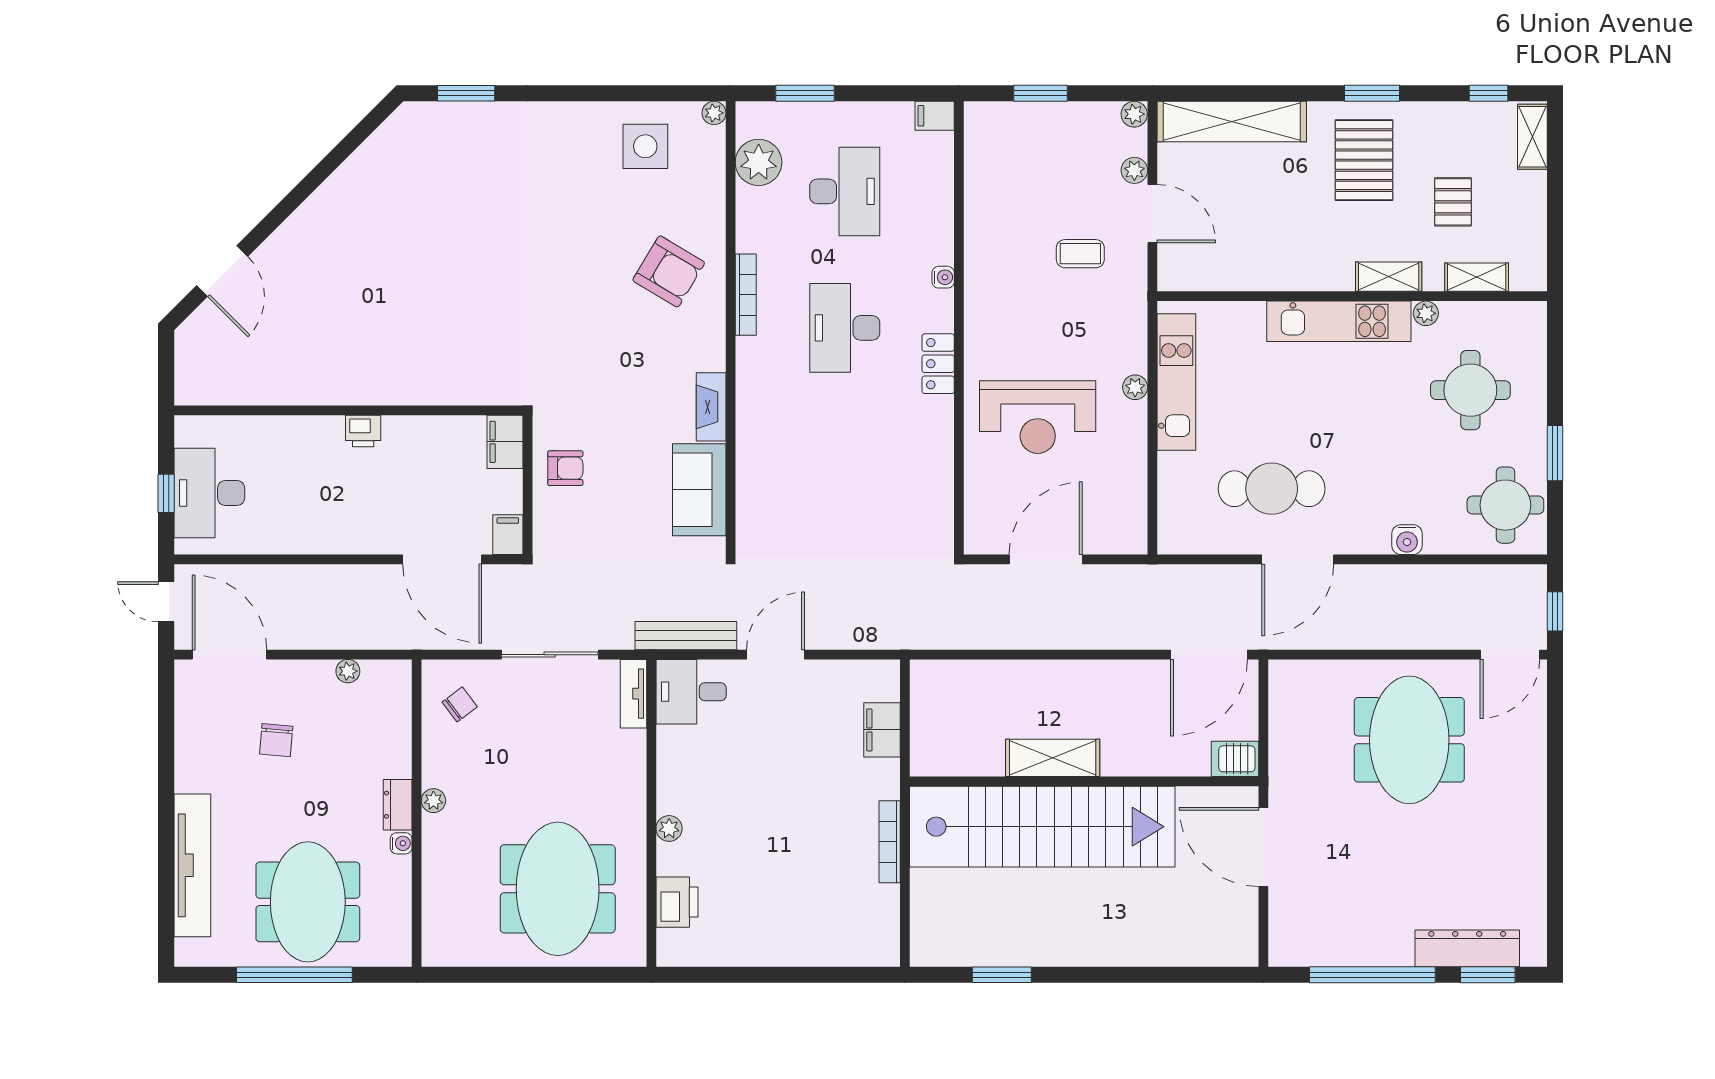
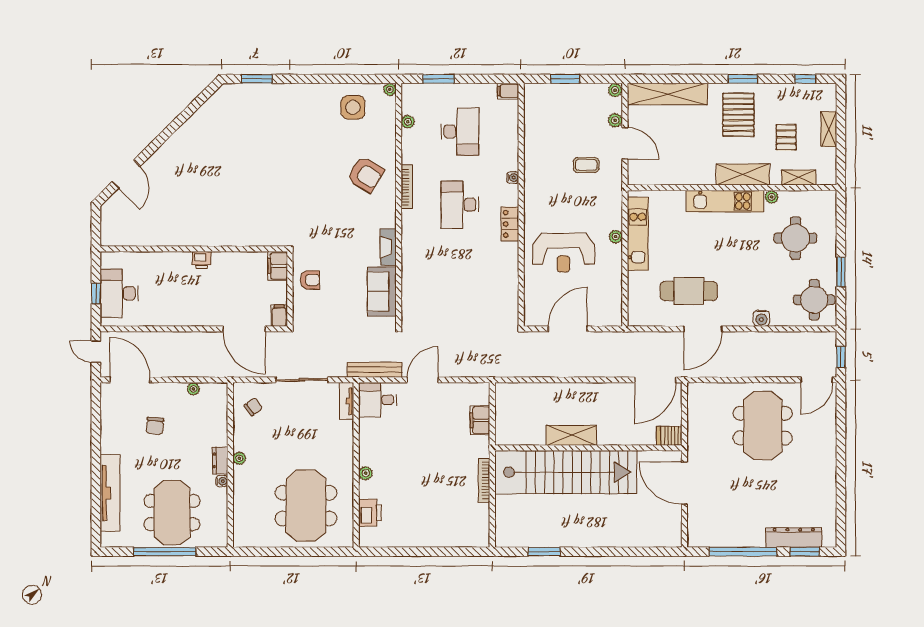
shelving: (1532, 137) -> (829, 129), moved
plant: (759, 162) -> (408, 122), width x0.53, depth x0.53
shelving: (1389, 277) -> (743, 175), width x1.50, depth x1.33

